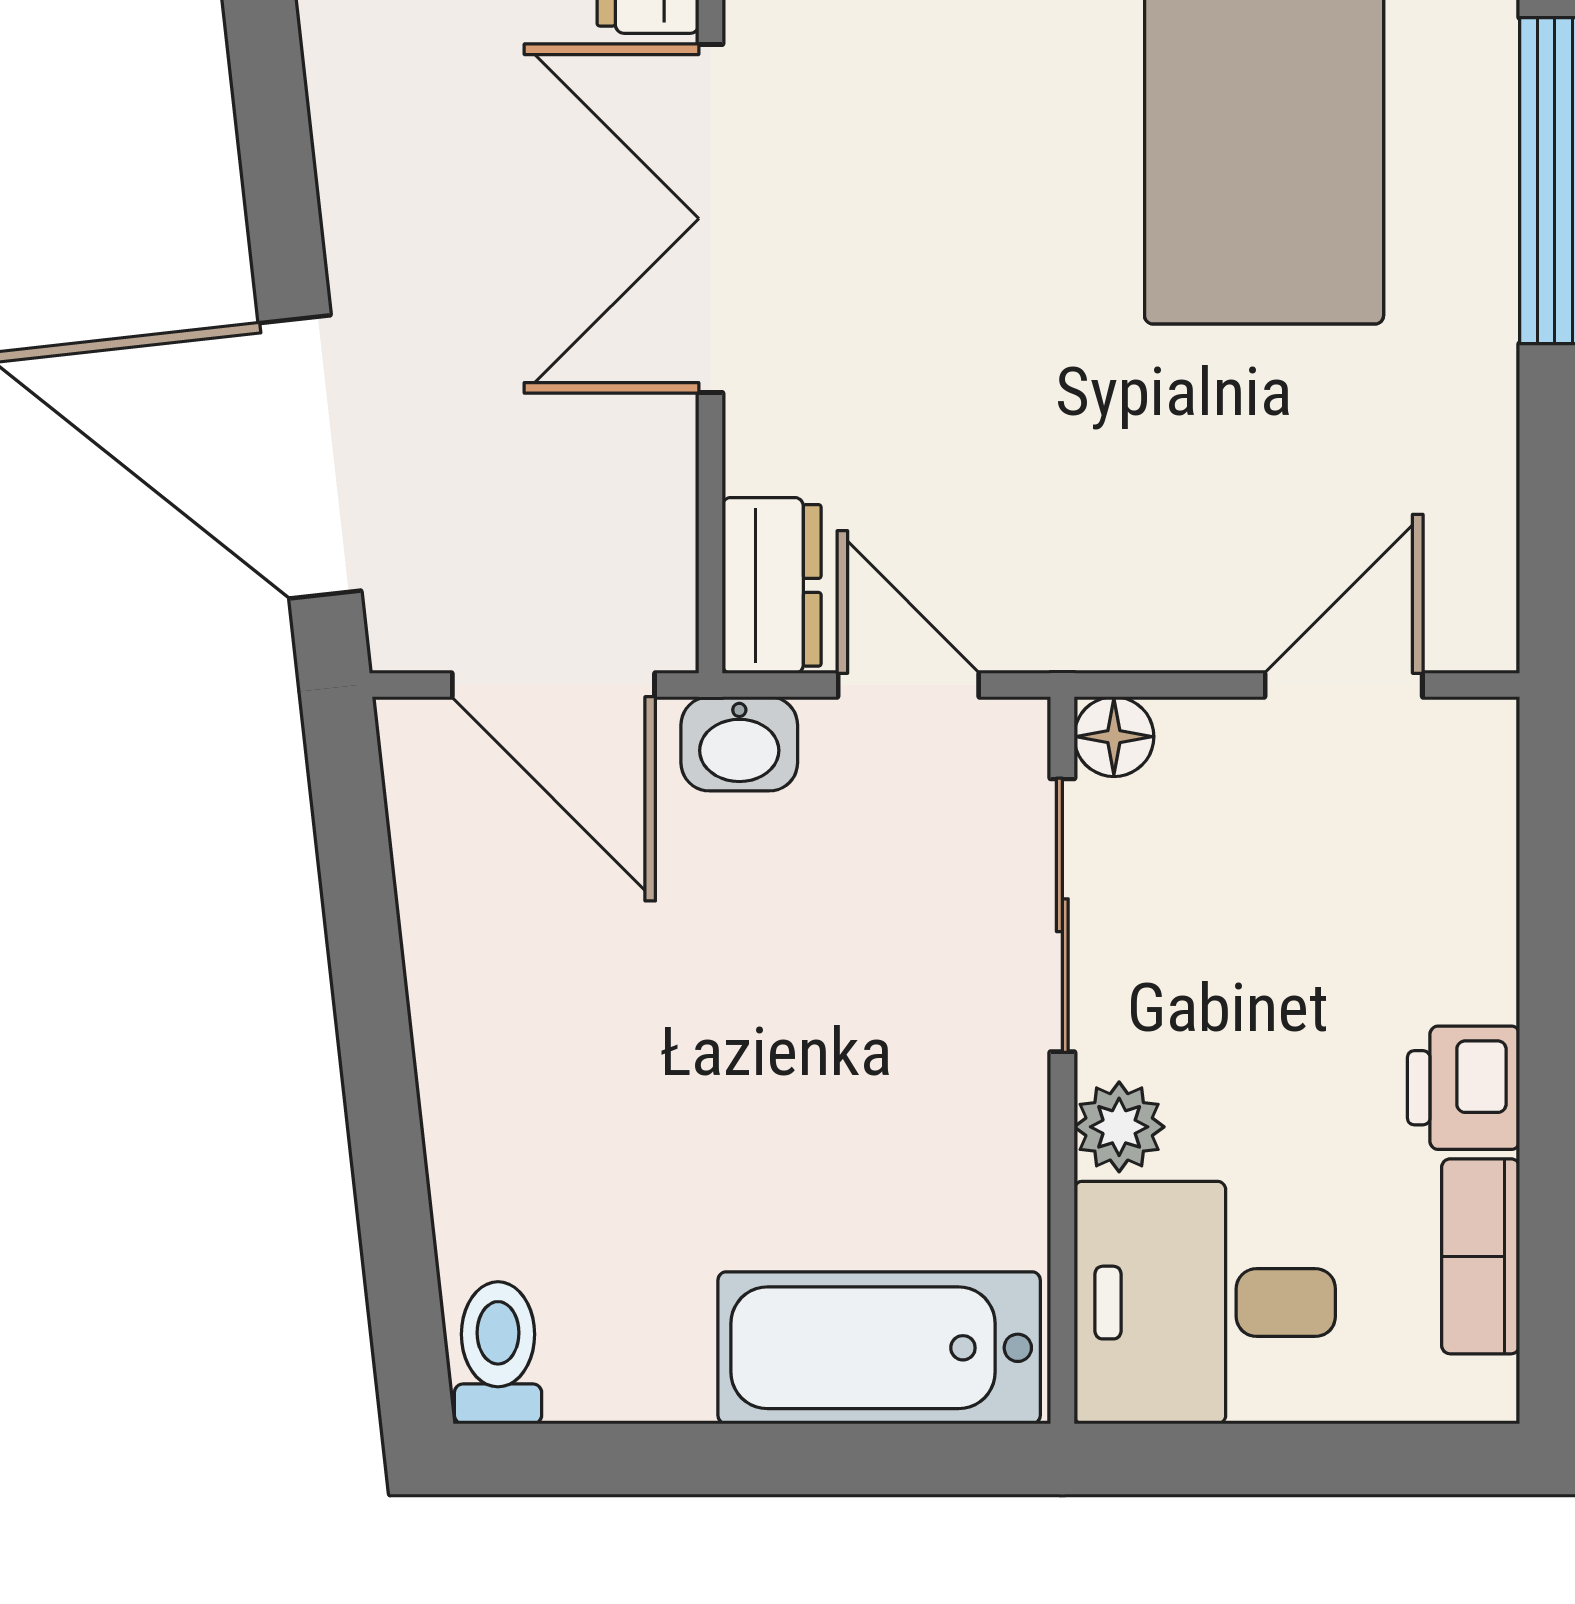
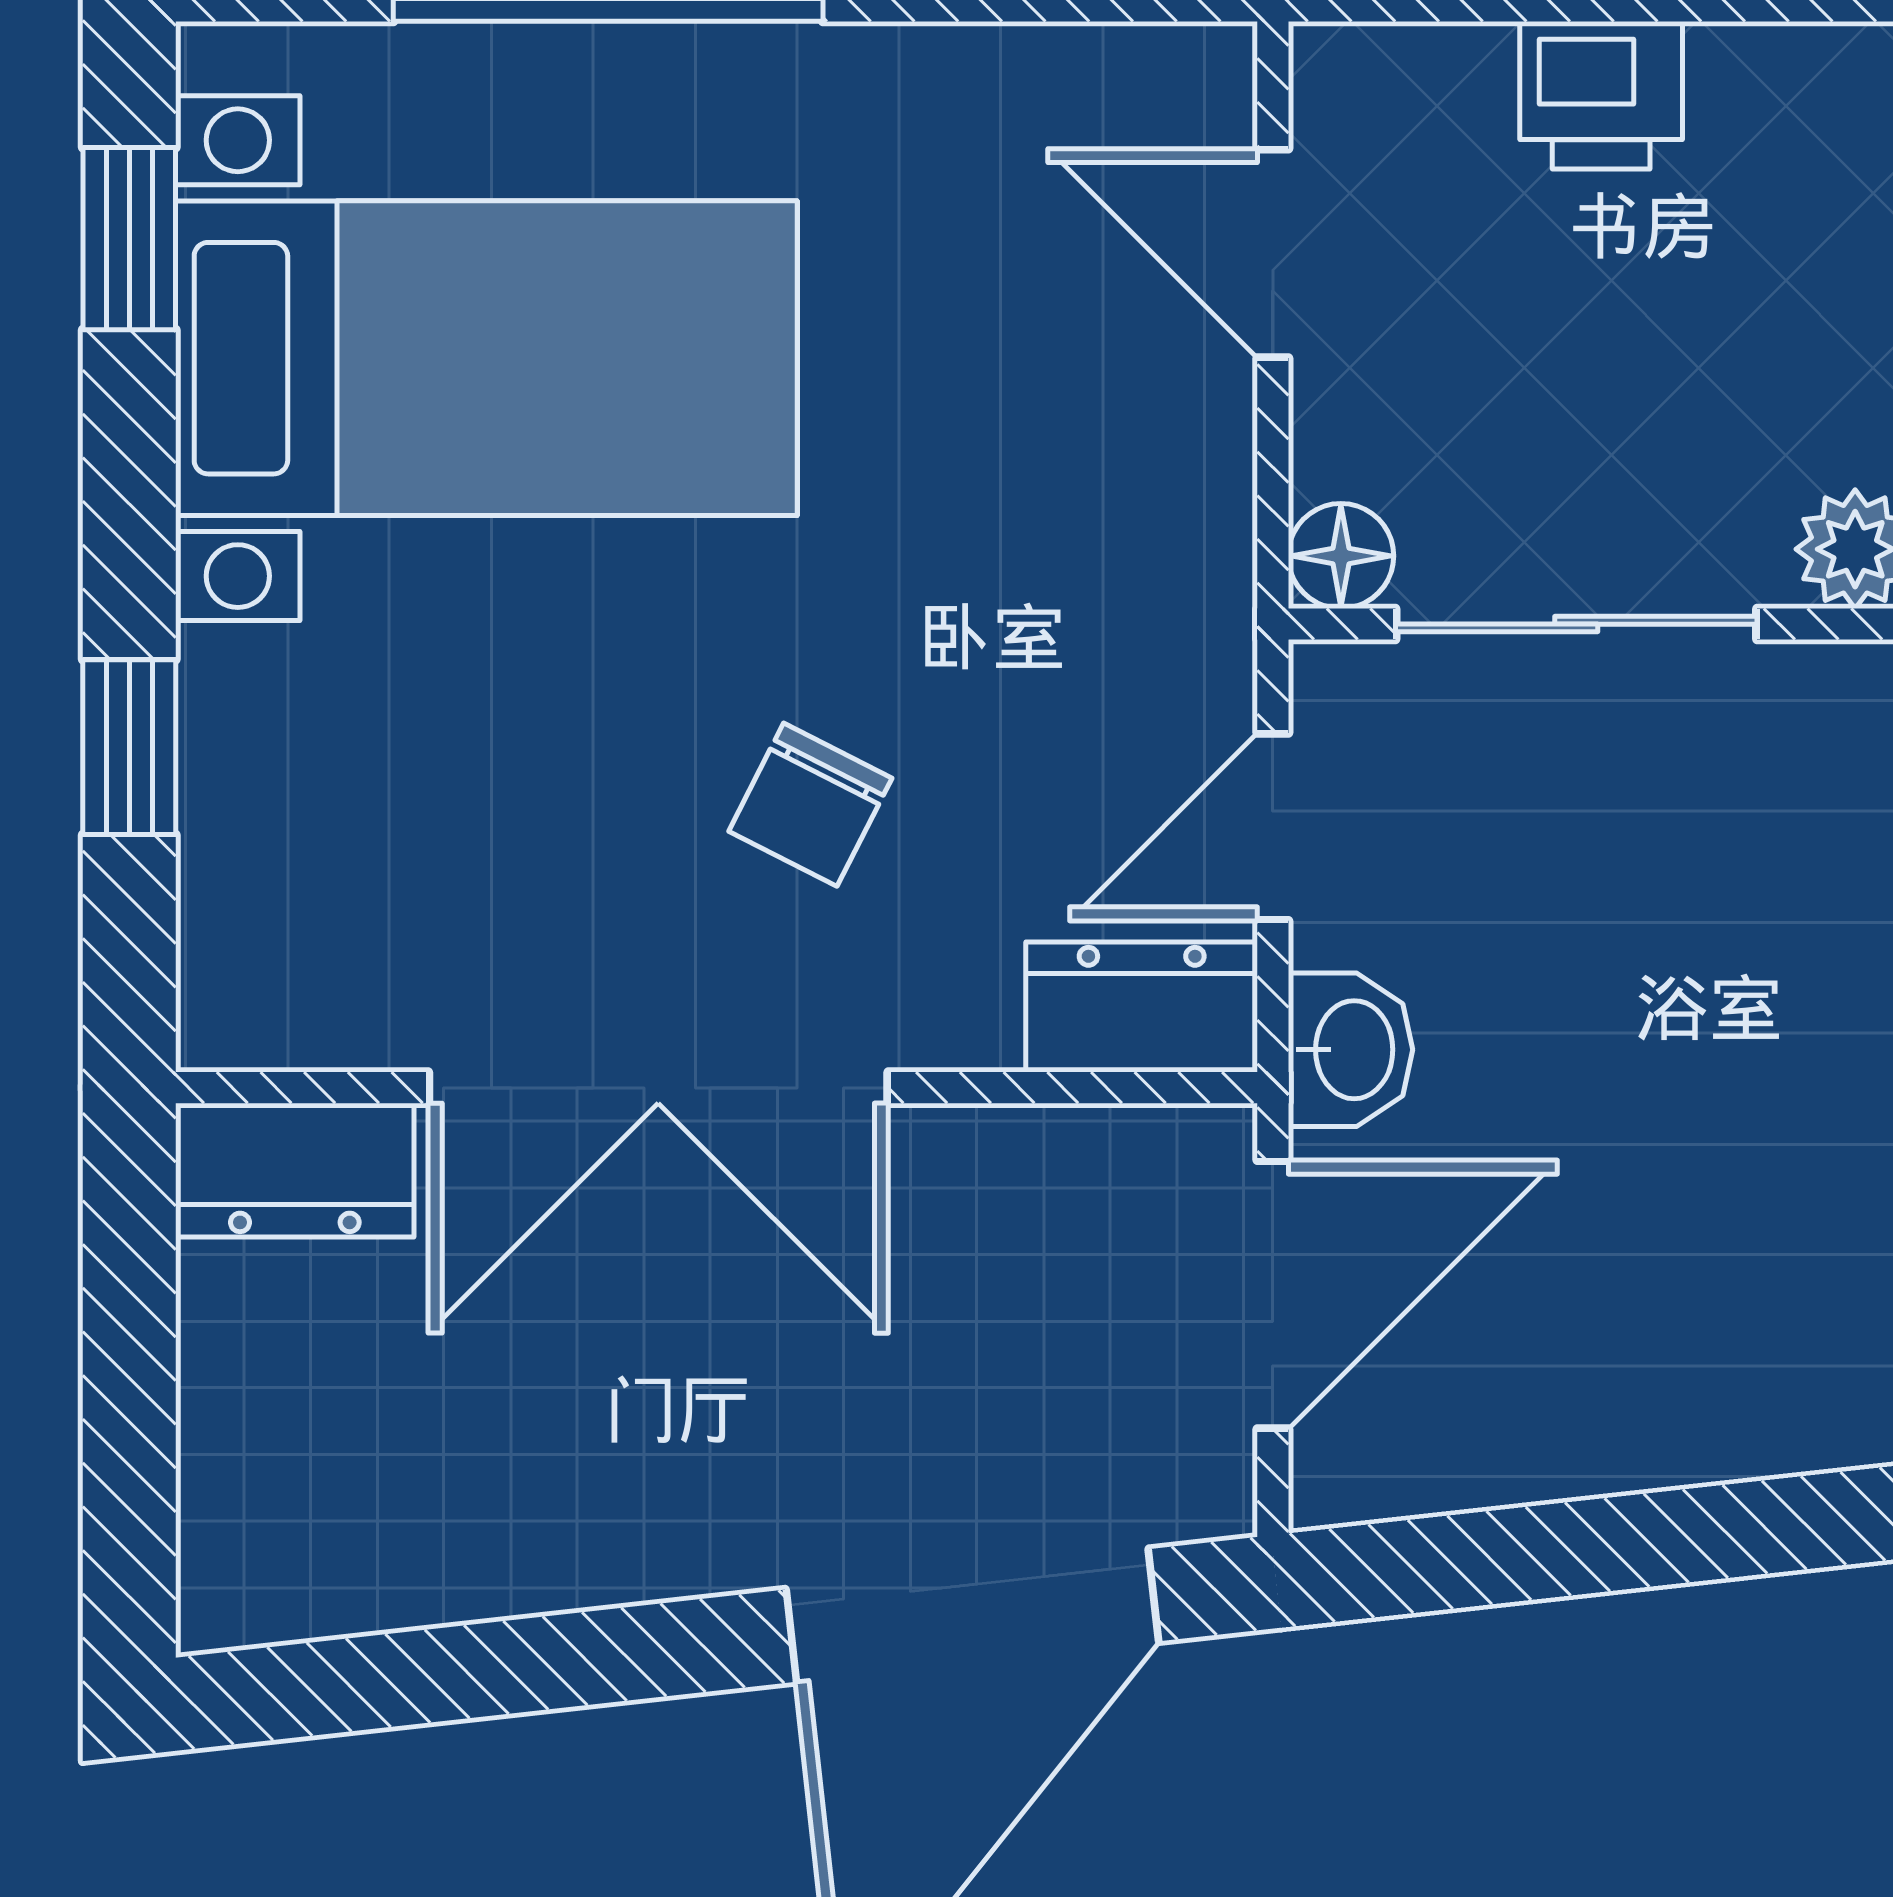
chair: (925, 334) -> (810, 805), added
printer: (1464, 1088) -> (1601, 95), moved

